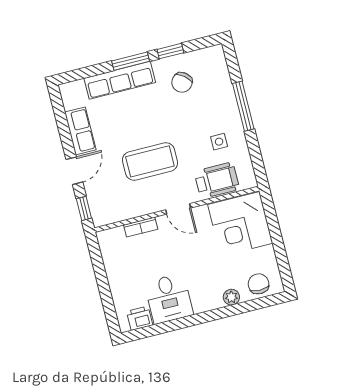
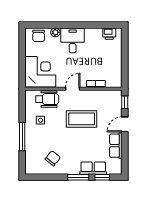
window: (170, 51) -> (102, 177), moved
row of seats: (120, 80) -> (93, 168), width x0.68
wheelchair: (217, 180) -> (47, 99), turned 180
door: (178, 209) -> (73, 89), hinge flipped
desk: (169, 299) -> (73, 40), moved

